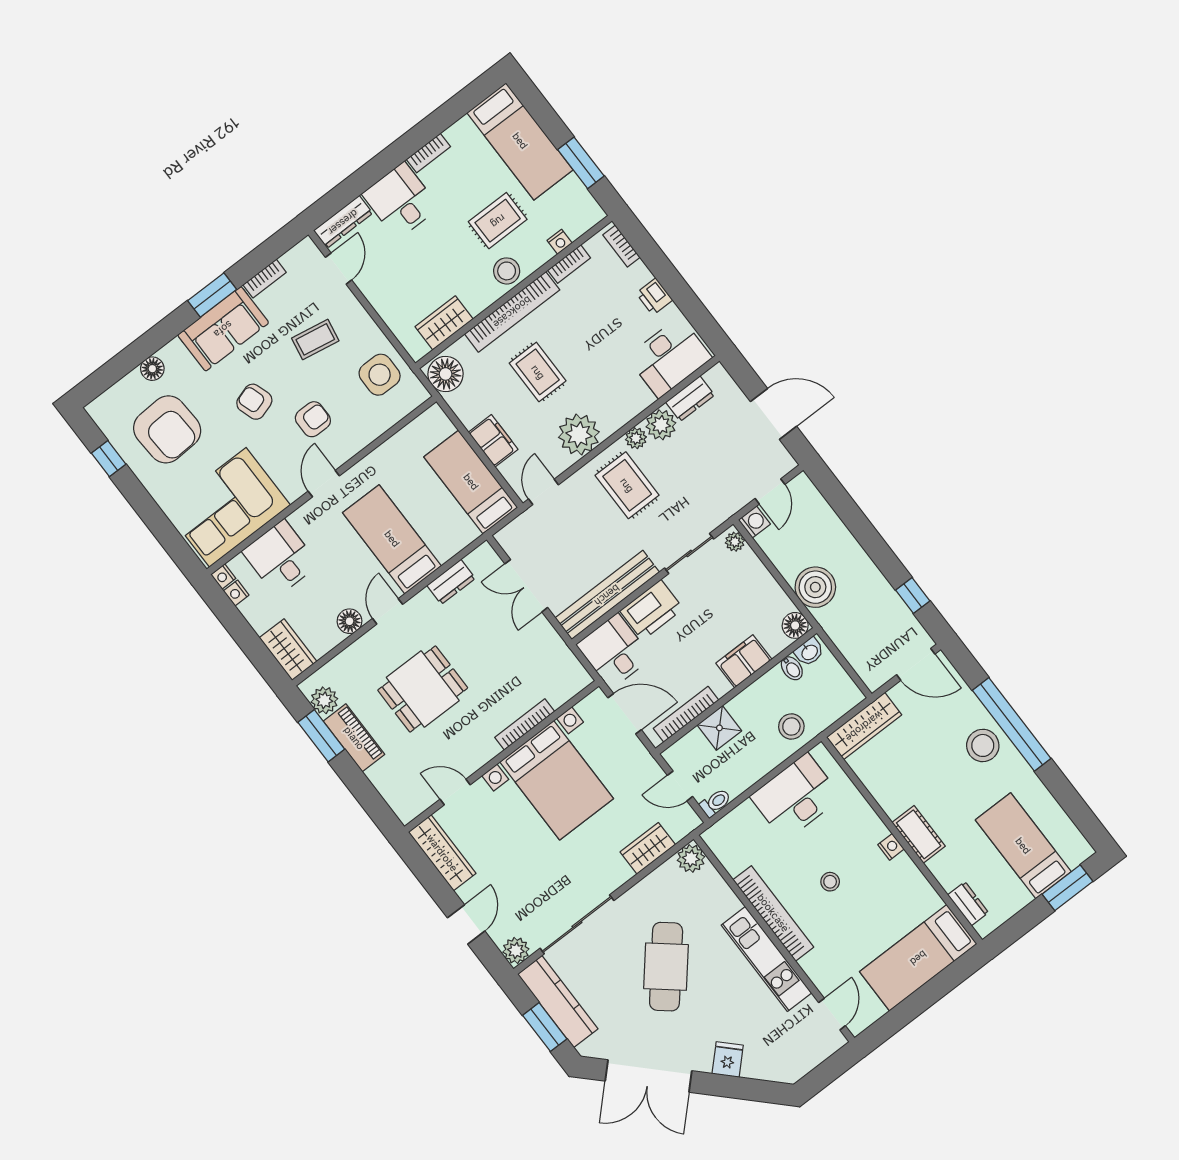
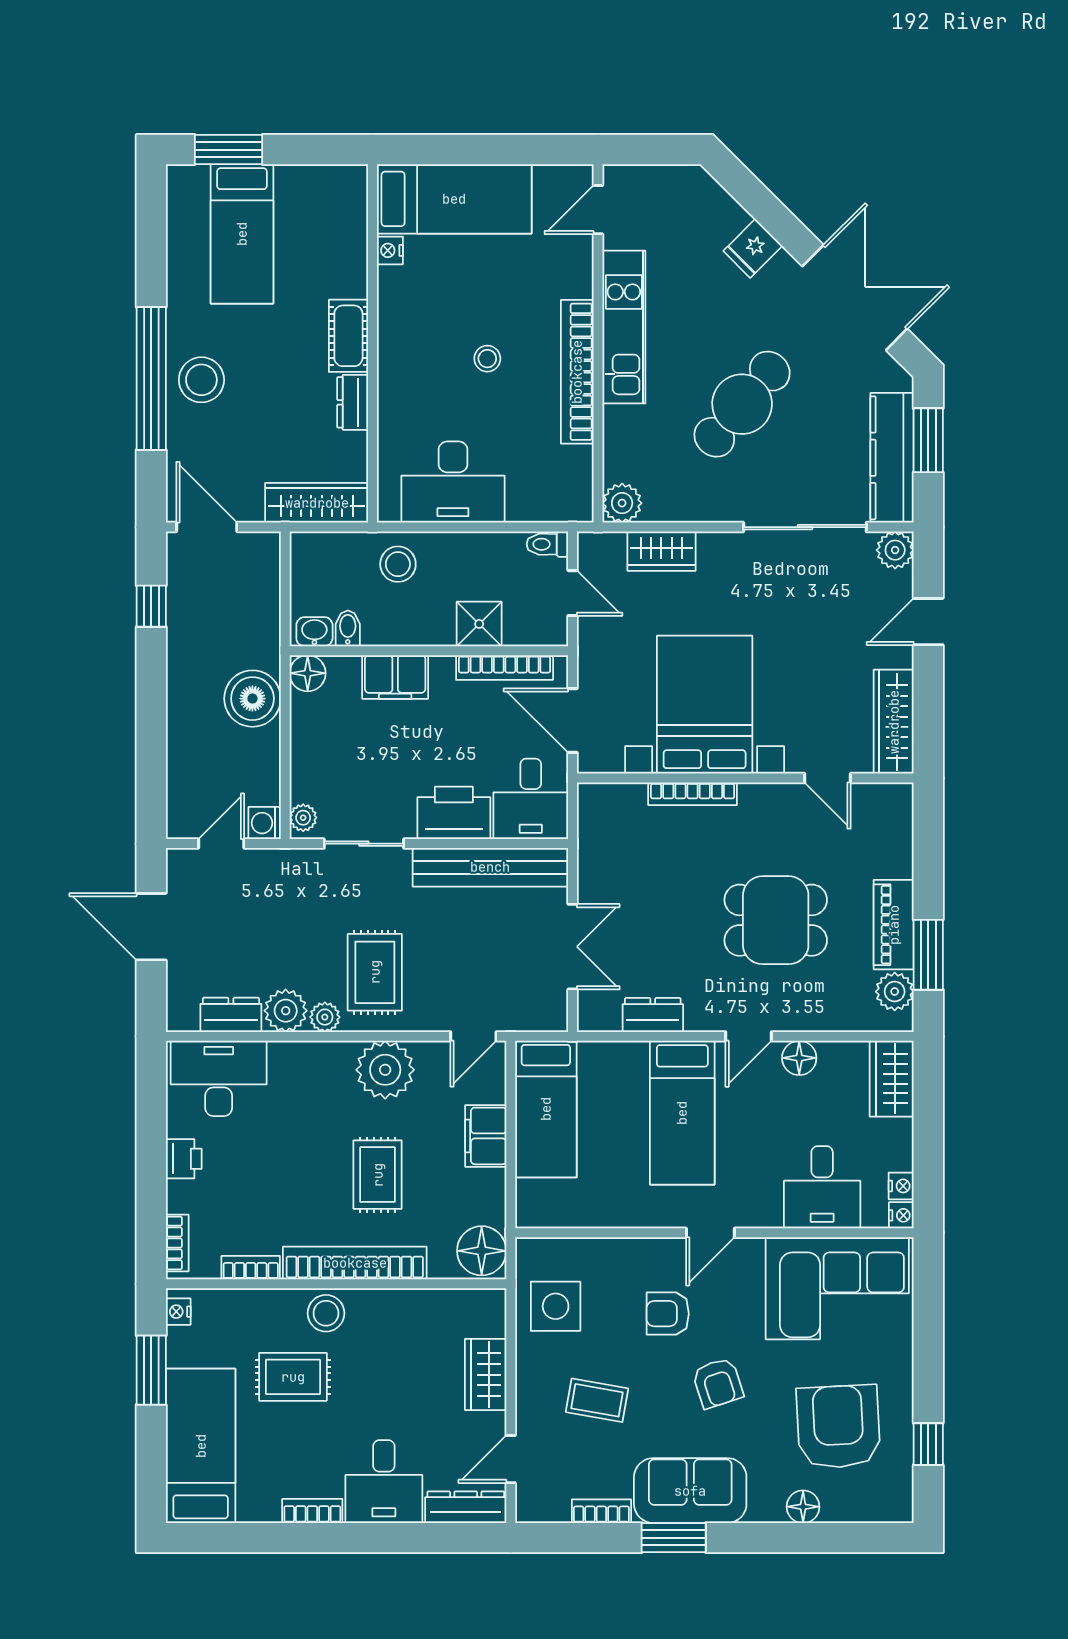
nightstand: (560, 242) -> (178, 1312), moved, turned -90
wardrobe: (444, 323) -> (486, 1375), moved, turned 90
nightstand: (891, 847) -> (390, 250), moved
dresser: (968, 904) -> (353, 402), moved

